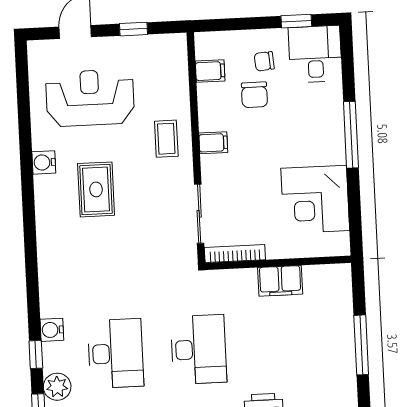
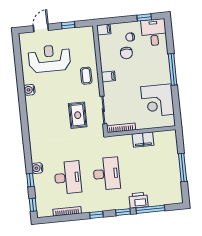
filing cabinet: (210, 71) -> (104, 29), moved
rug: (96, 189) -> (78, 115), moved
plant: (57, 387) -> (41, 195), removed

